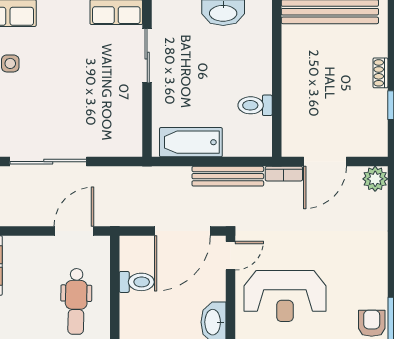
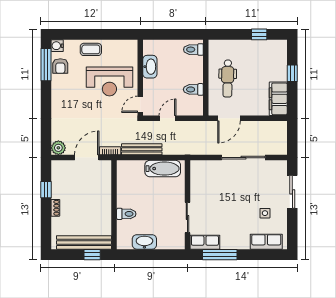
toilet: (255, 105) -> (126, 214), moved
door: (182, 231) -> (167, 118), width x0.53
reception desk: (285, 296) -> (109, 81), turned 180
dental chair: (76, 301) -> (228, 78), turned 180

